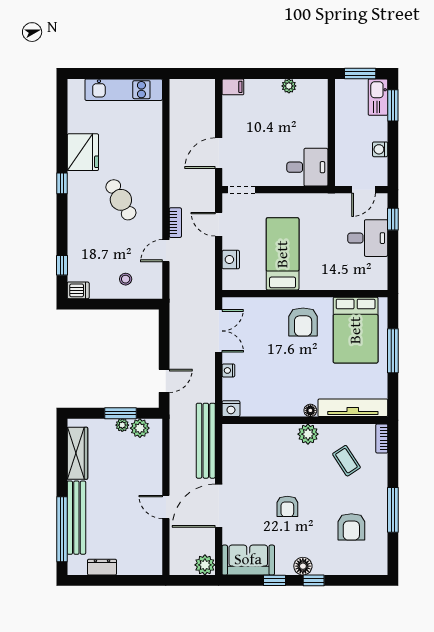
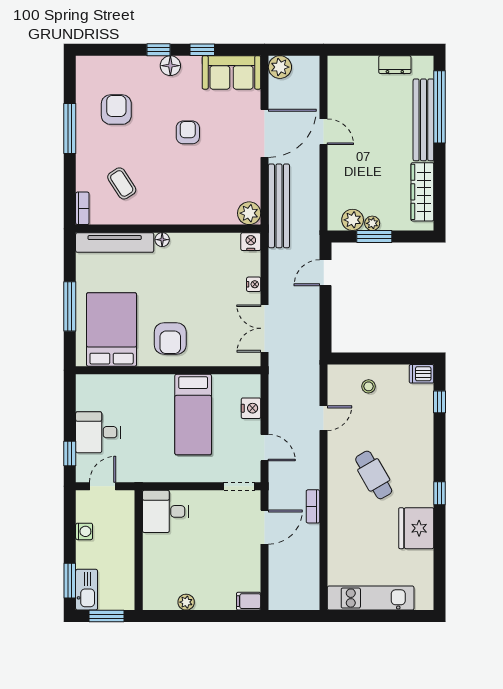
bookcase: (175, 223) -> (313, 506), moved
armchair: (303, 322) -> (170, 339), turned 180
plant: (308, 434) -> (249, 213), moved

